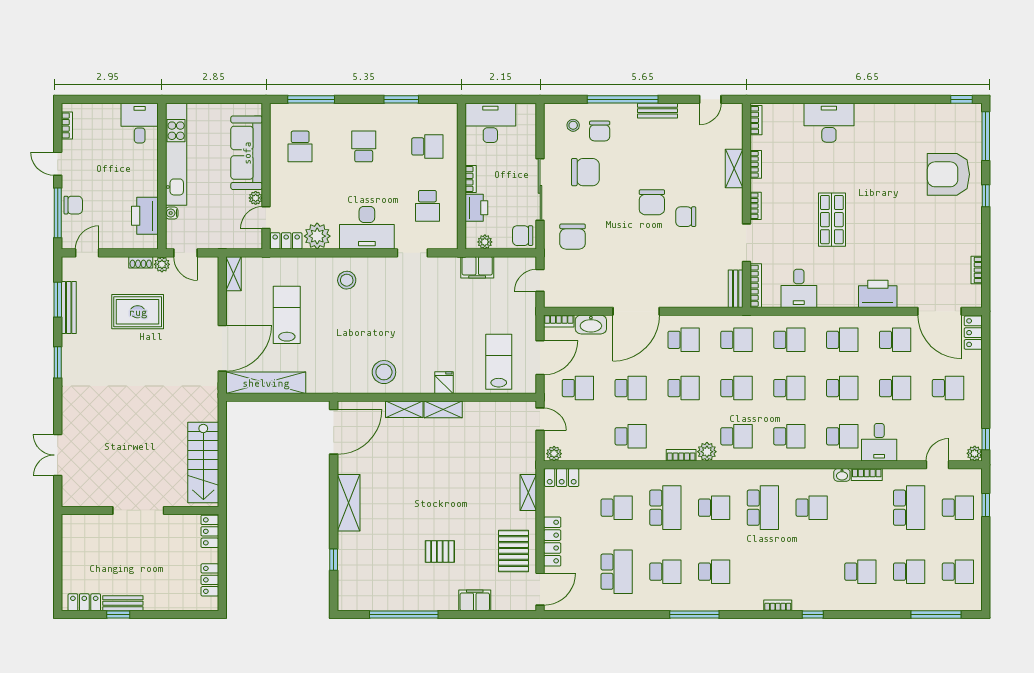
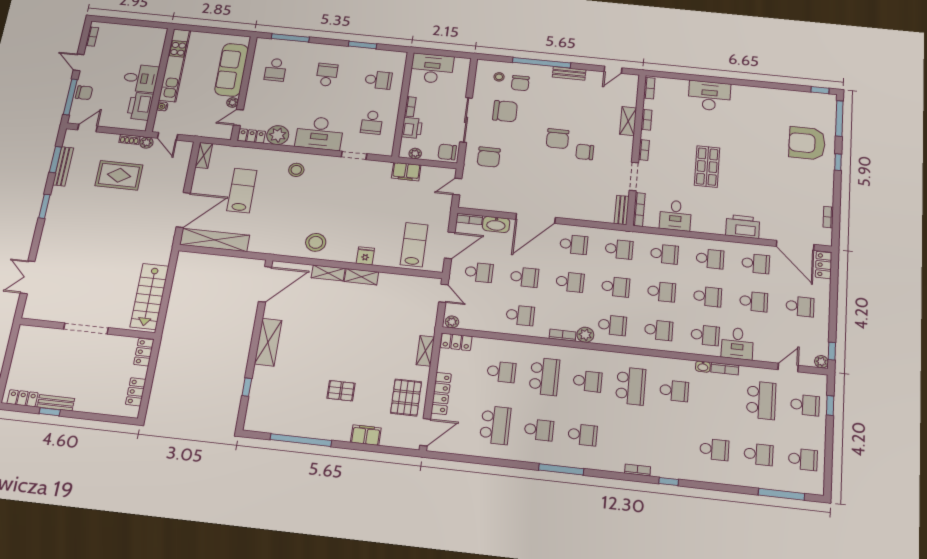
desk: (140, 123) -> (141, 78), moved, turned 90

